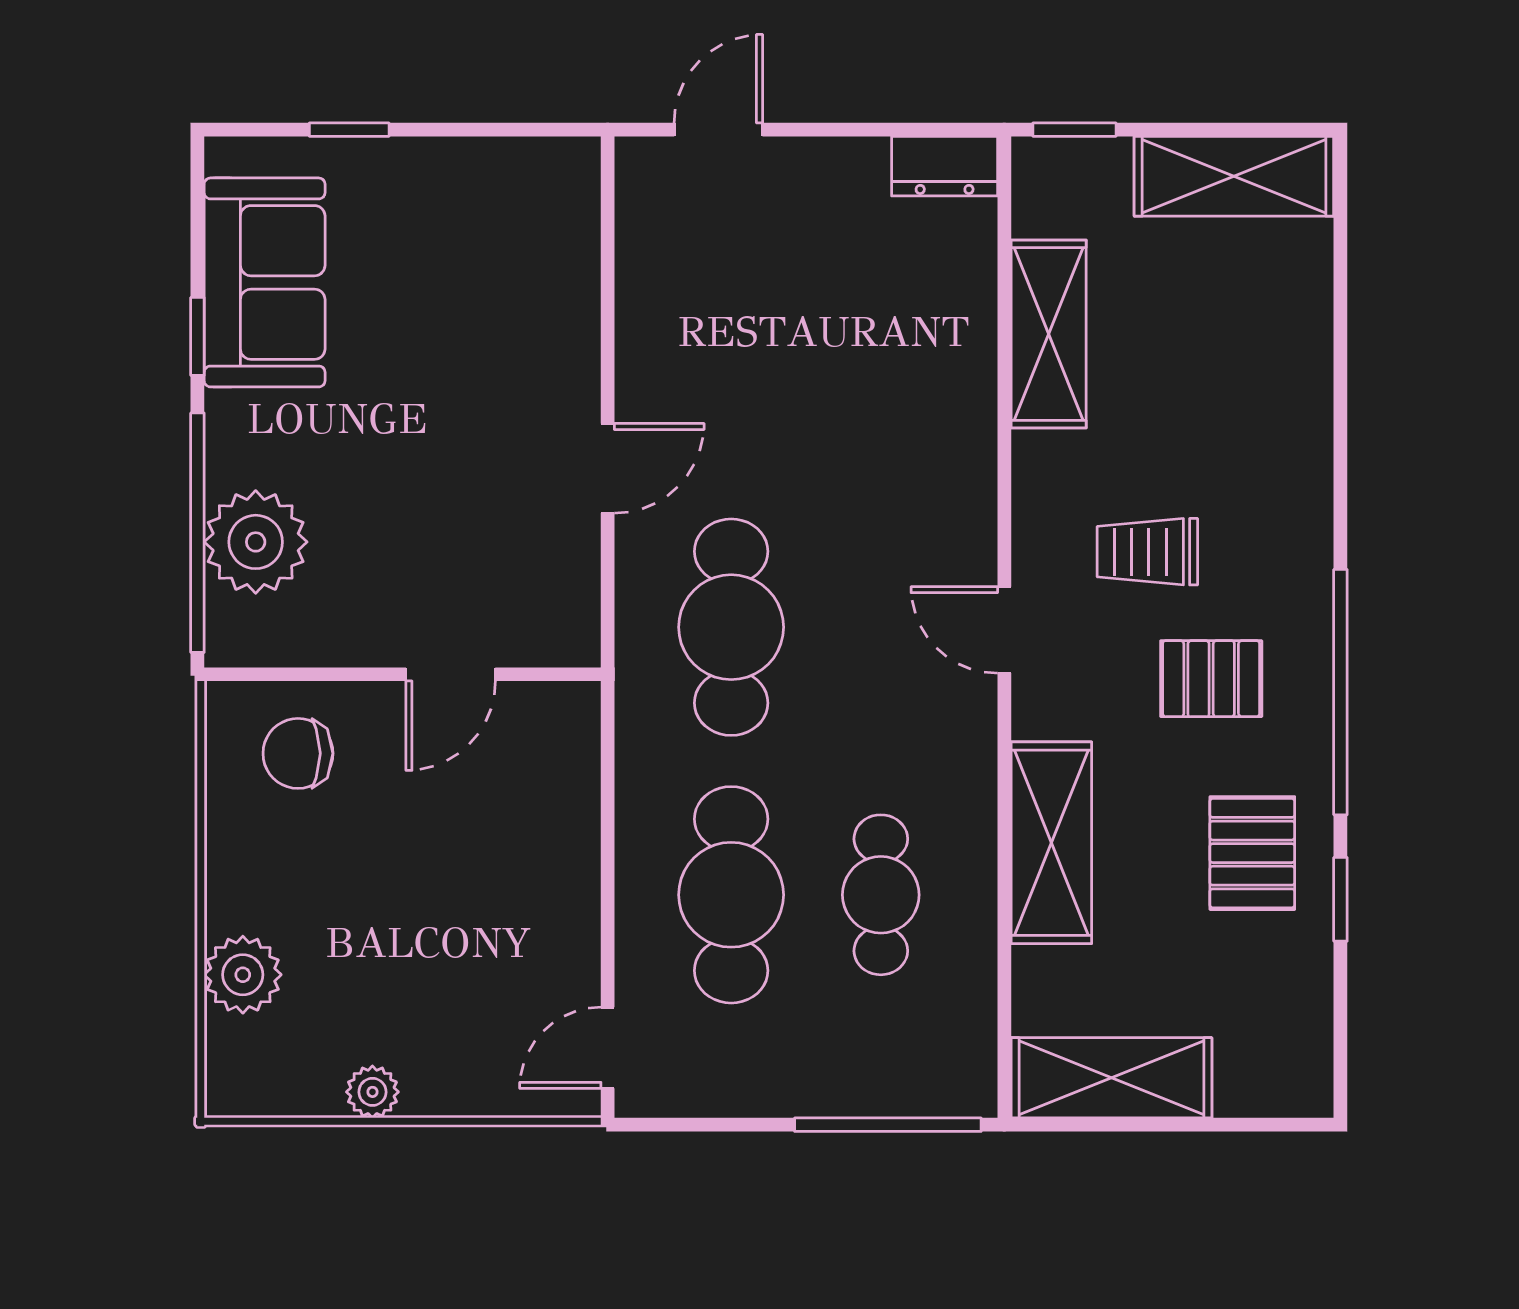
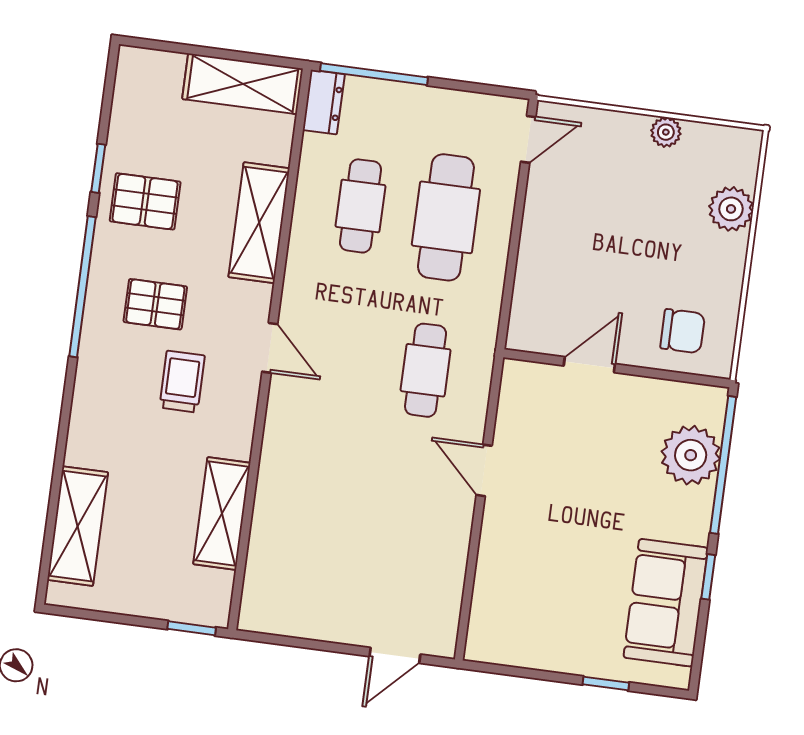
dresser: (945, 166) -> (324, 102), moved, turned 90
shelving: (1234, 176) -> (78, 526), moved, turned 90
door: (608, 468) -> (484, 470), hinge flipped
trolley: (1147, 552) -> (182, 382), turned -90
cafe table: (731, 627) -> (426, 370), width x0.73, depth x0.74
pallet: (1252, 853) -> (145, 201), turned 90

